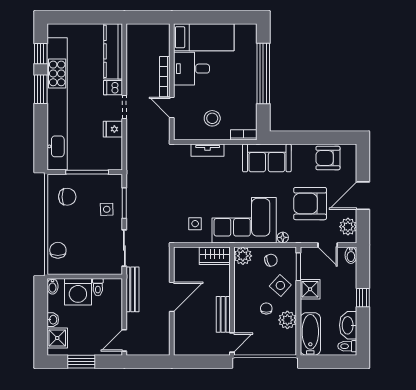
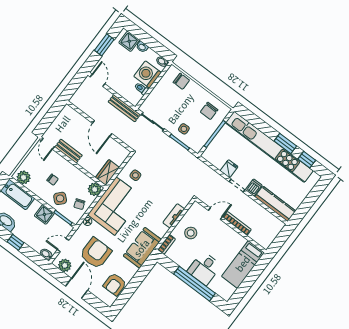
desk: (191, 69) -> (204, 268), moved, turned 180
armchair: (328, 158) -> (115, 284), turned 180
plant: (287, 320) -> (24, 177), moved

